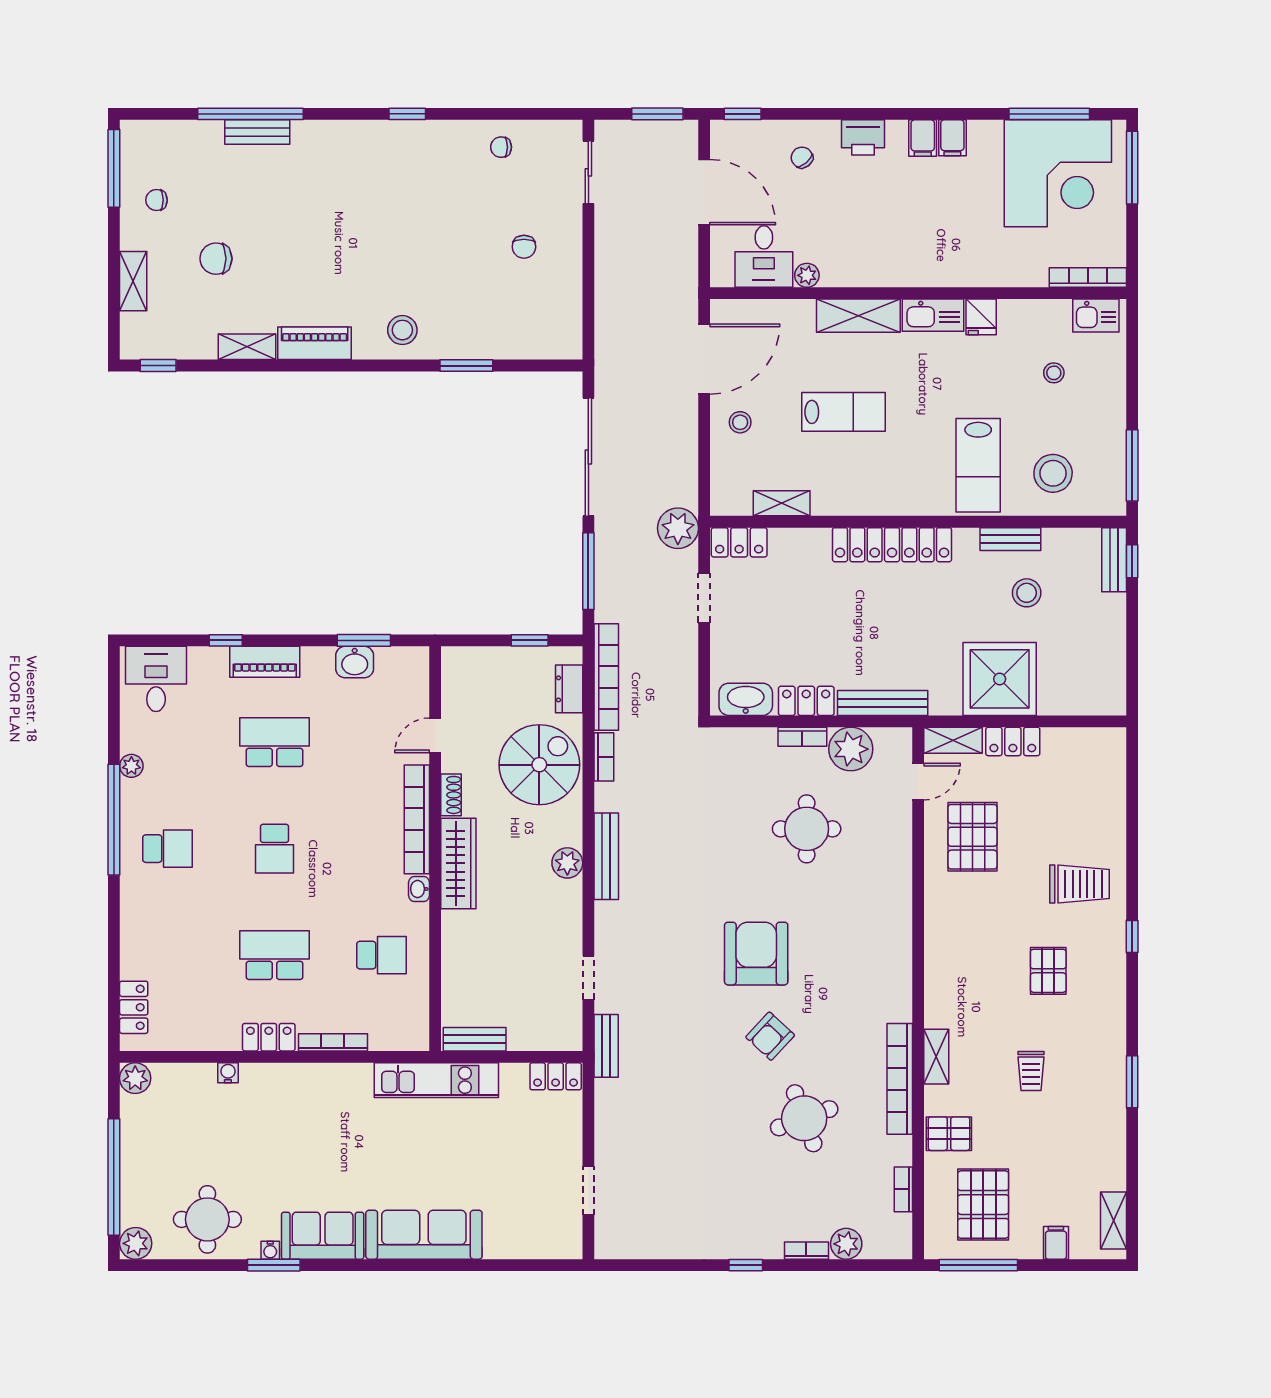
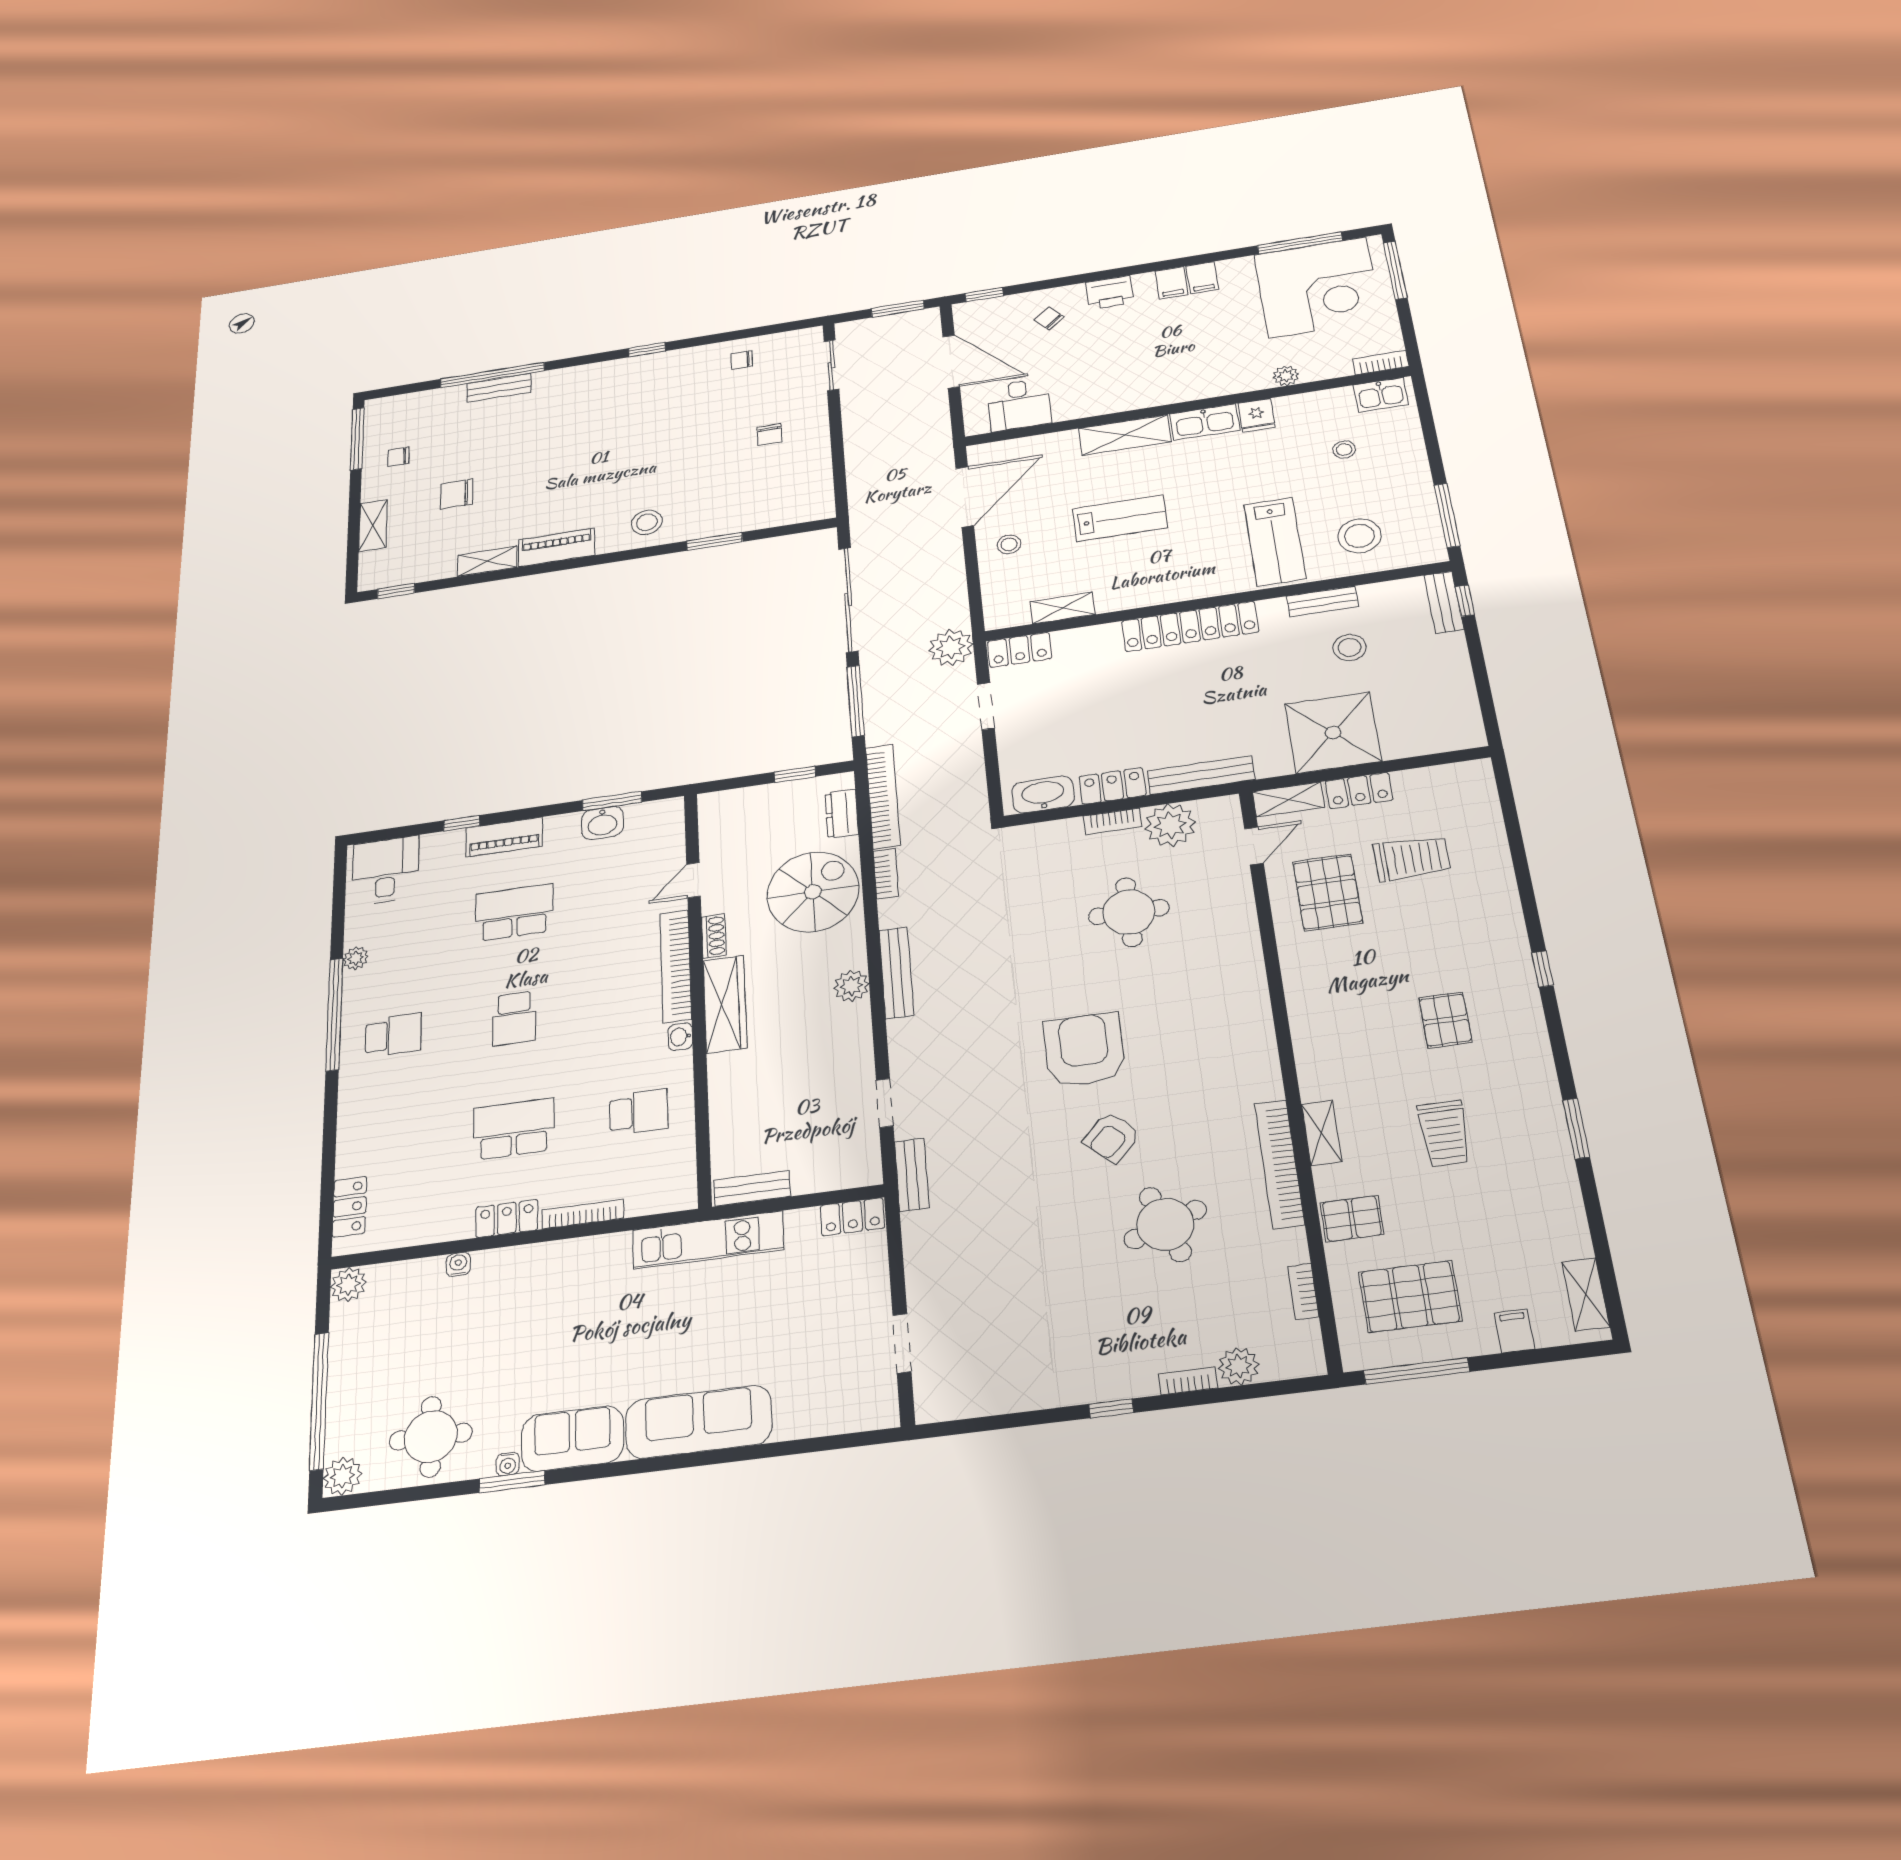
plant: (807, 275) -> (1286, 376), moved
bookcase: (1088, 278) -> (1381, 363), width x0.64
trolley: (1079, 884) -> (1412, 858), moved
trolley: (1031, 1071) -> (1444, 1133), width x1.36, depth x1.39
pallet: (983, 1205) -> (1410, 1297), turned 90

